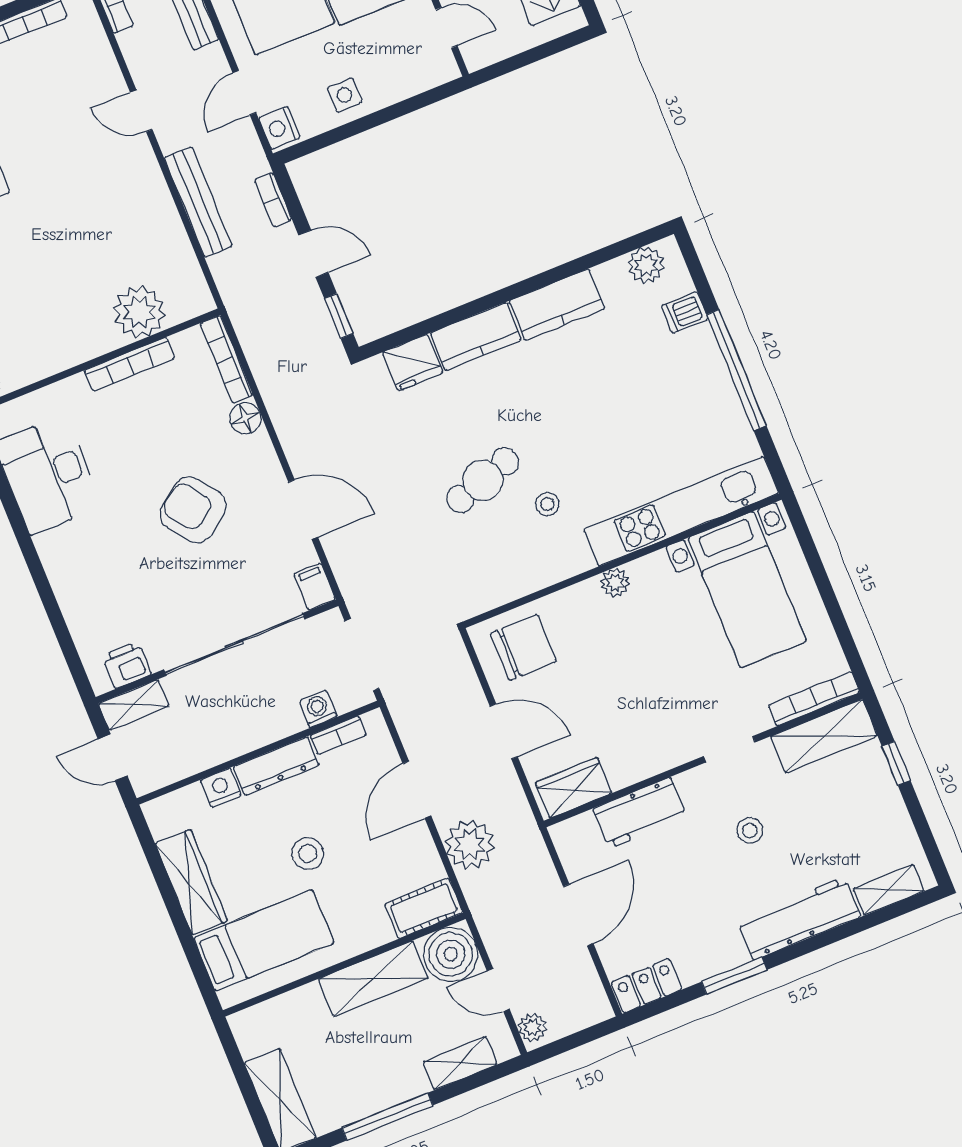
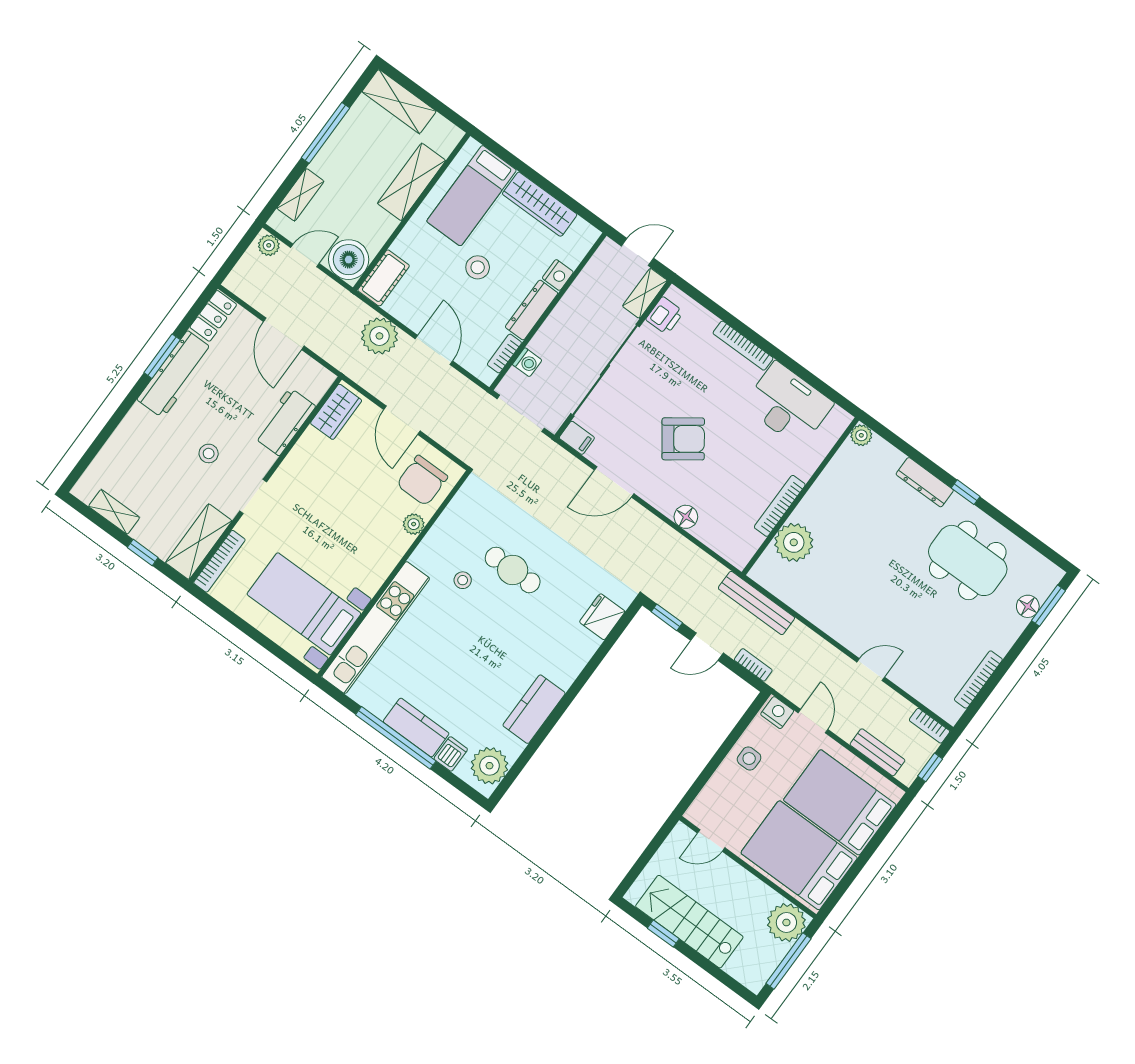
bench: (198, 202) -> (756, 603), moved
plant: (646, 265) -> (489, 766), width x1.36, depth x1.36
kitchen counter: (476, 336) -> (416, 727), moved, turned 90
bookcase: (226, 359) -> (743, 346), moved, turned 180
cafe table: (483, 480) -> (513, 570), turned -72
plant: (615, 583) -> (414, 524), moved
door: (504, 731) -> (402, 420), hinge flipped
shelving: (889, 890) -> (114, 512), moved, turned 90
workbench: (799, 918) -> (175, 374), moved
shelving: (373, 979) -> (411, 182), moved

